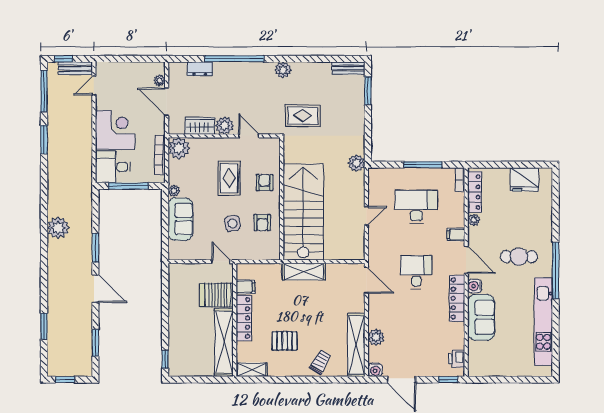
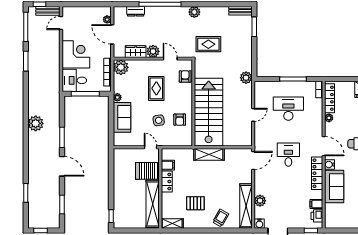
armchair: (265, 183) -> (185, 76), moved
filing cabinet: (456, 235) -> (316, 204), moved
door: (366, 280) -> (253, 160), hinge flipped
locker: (244, 318) -> (167, 182), width x0.66

